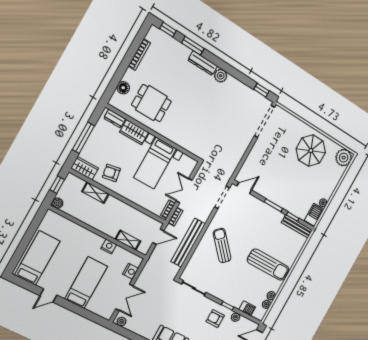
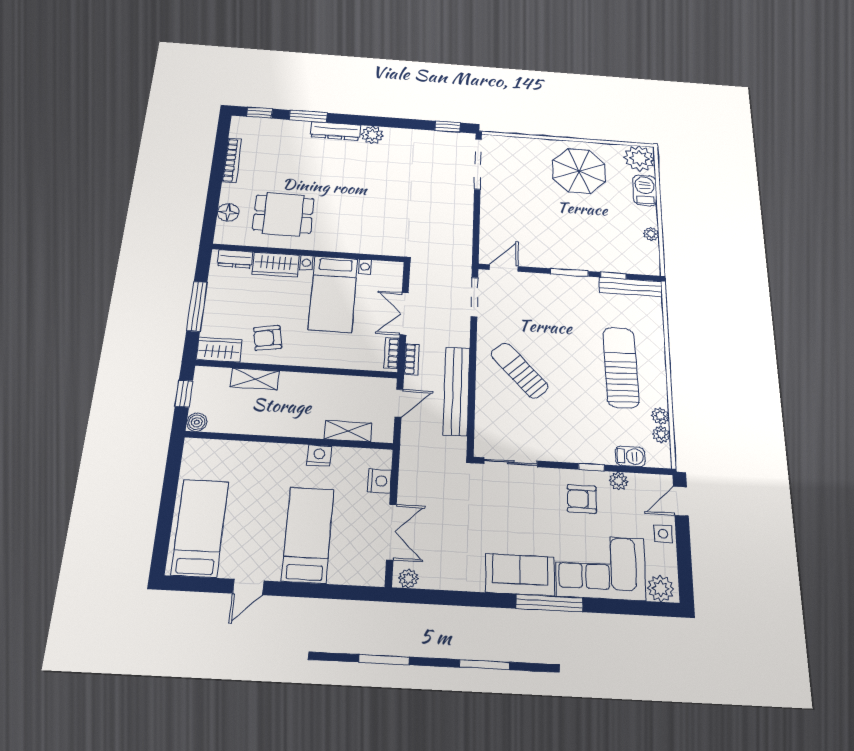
barbecue: (314, 215) -> (645, 190), moved
sun lounger: (268, 265) -> (621, 367), turned -92

